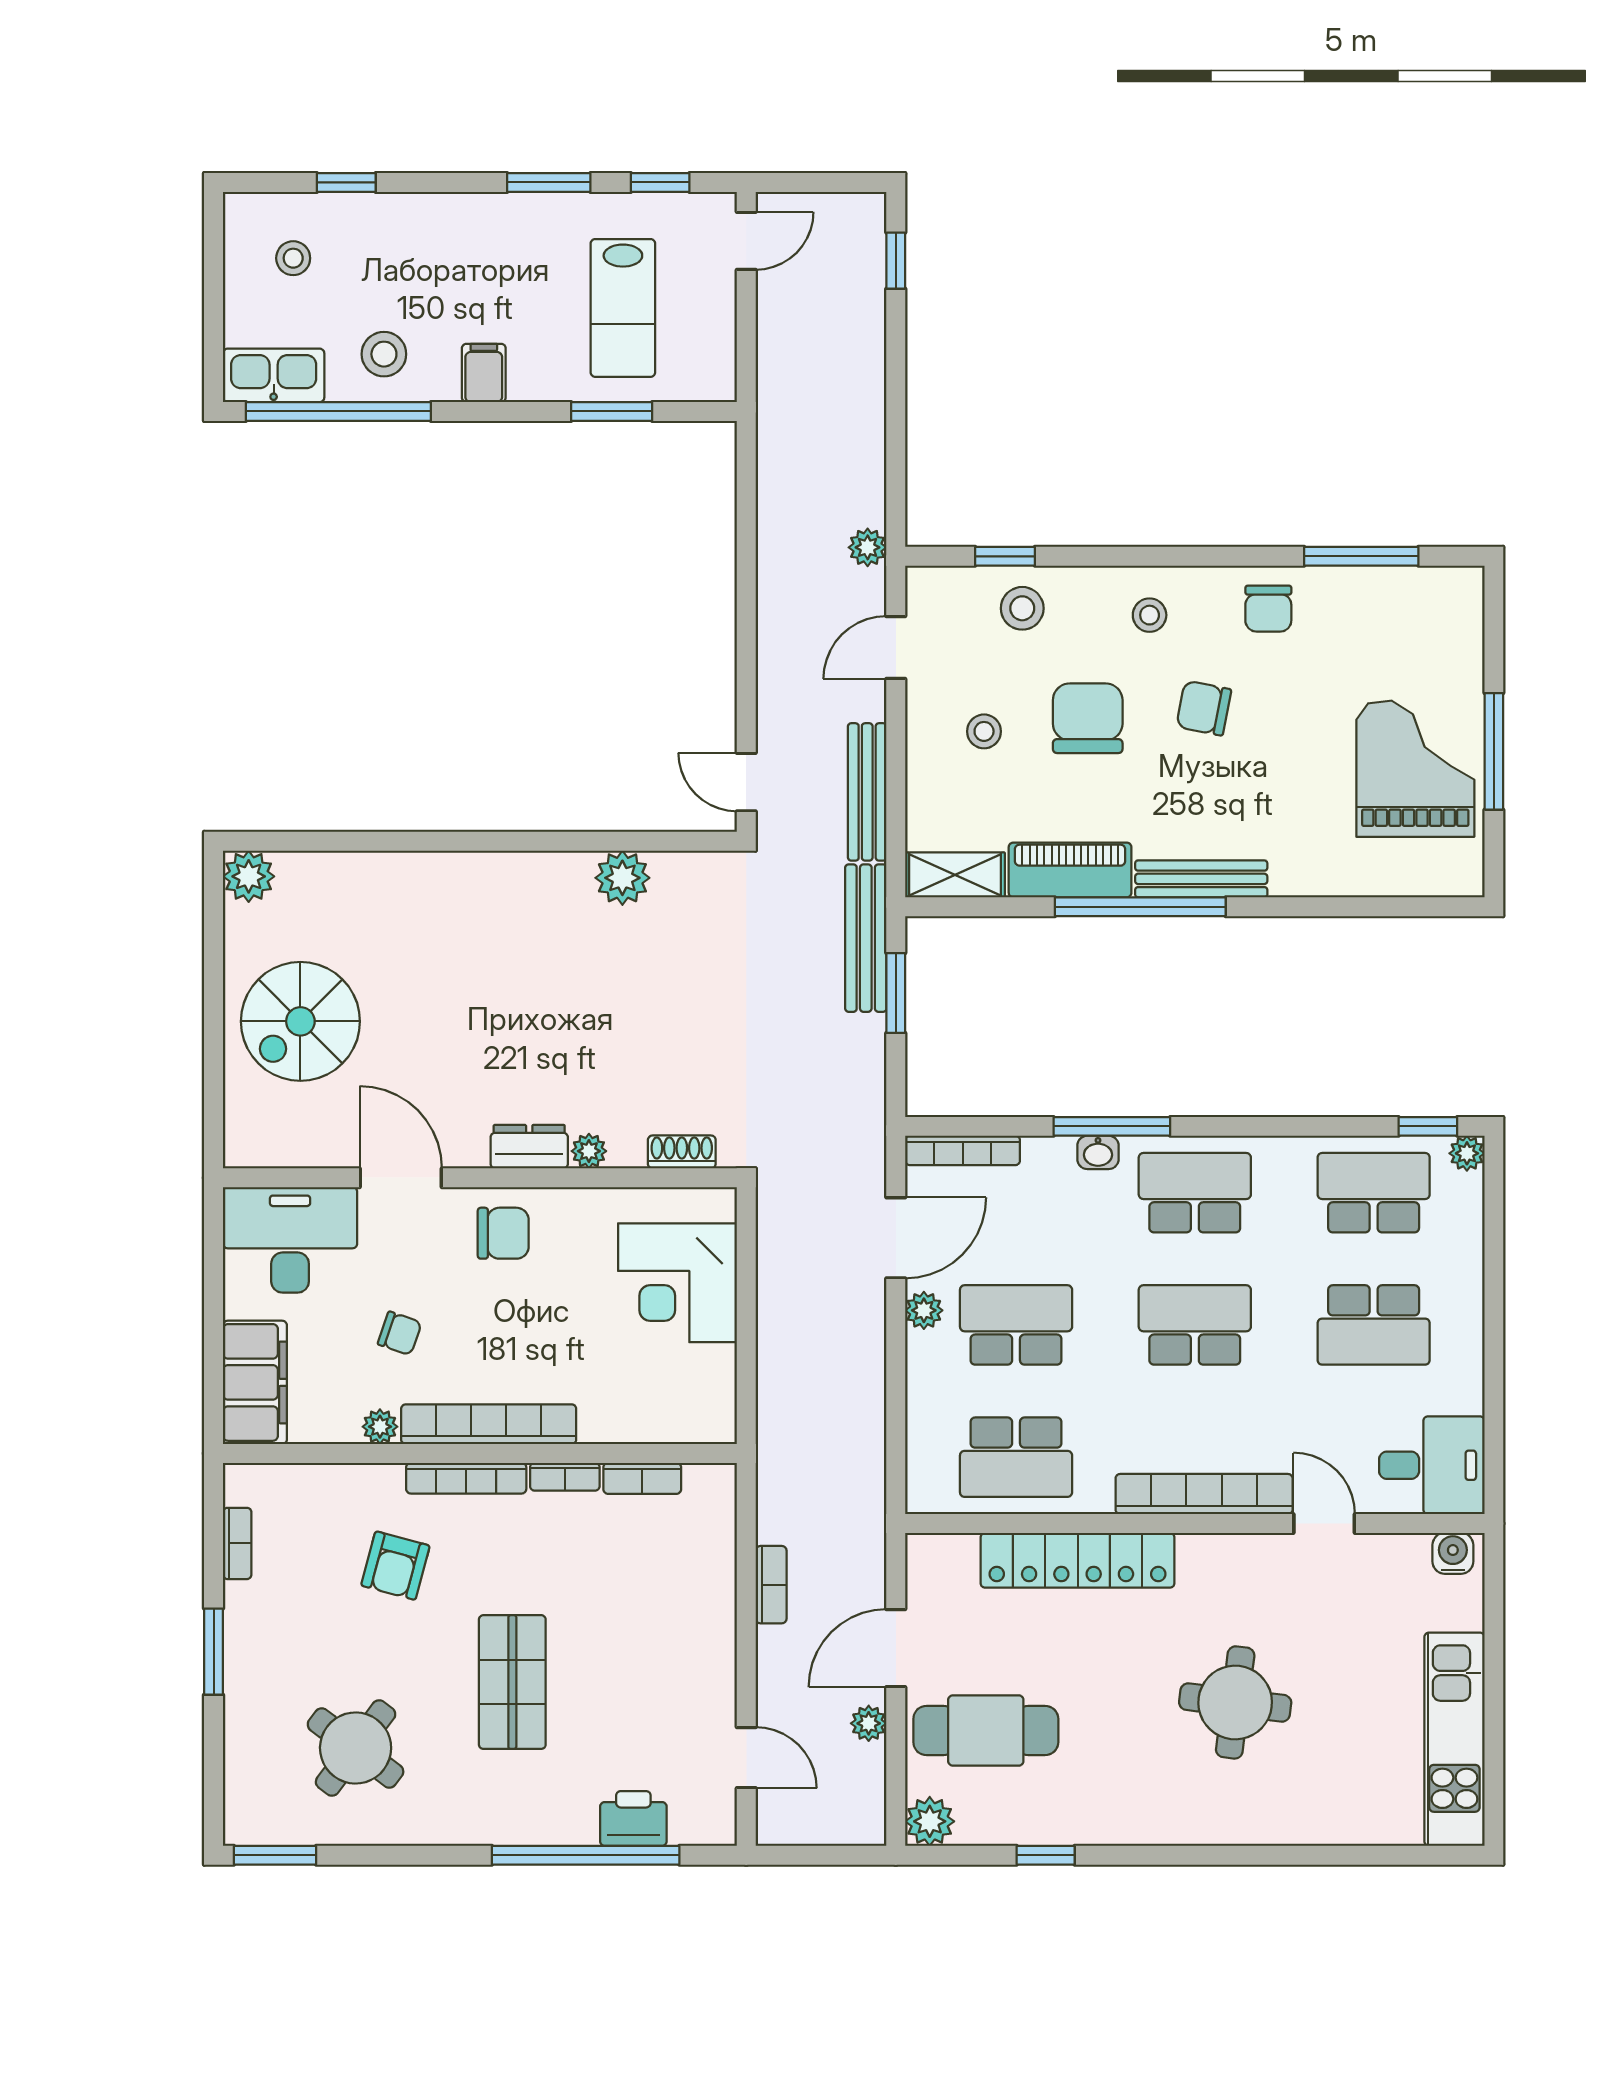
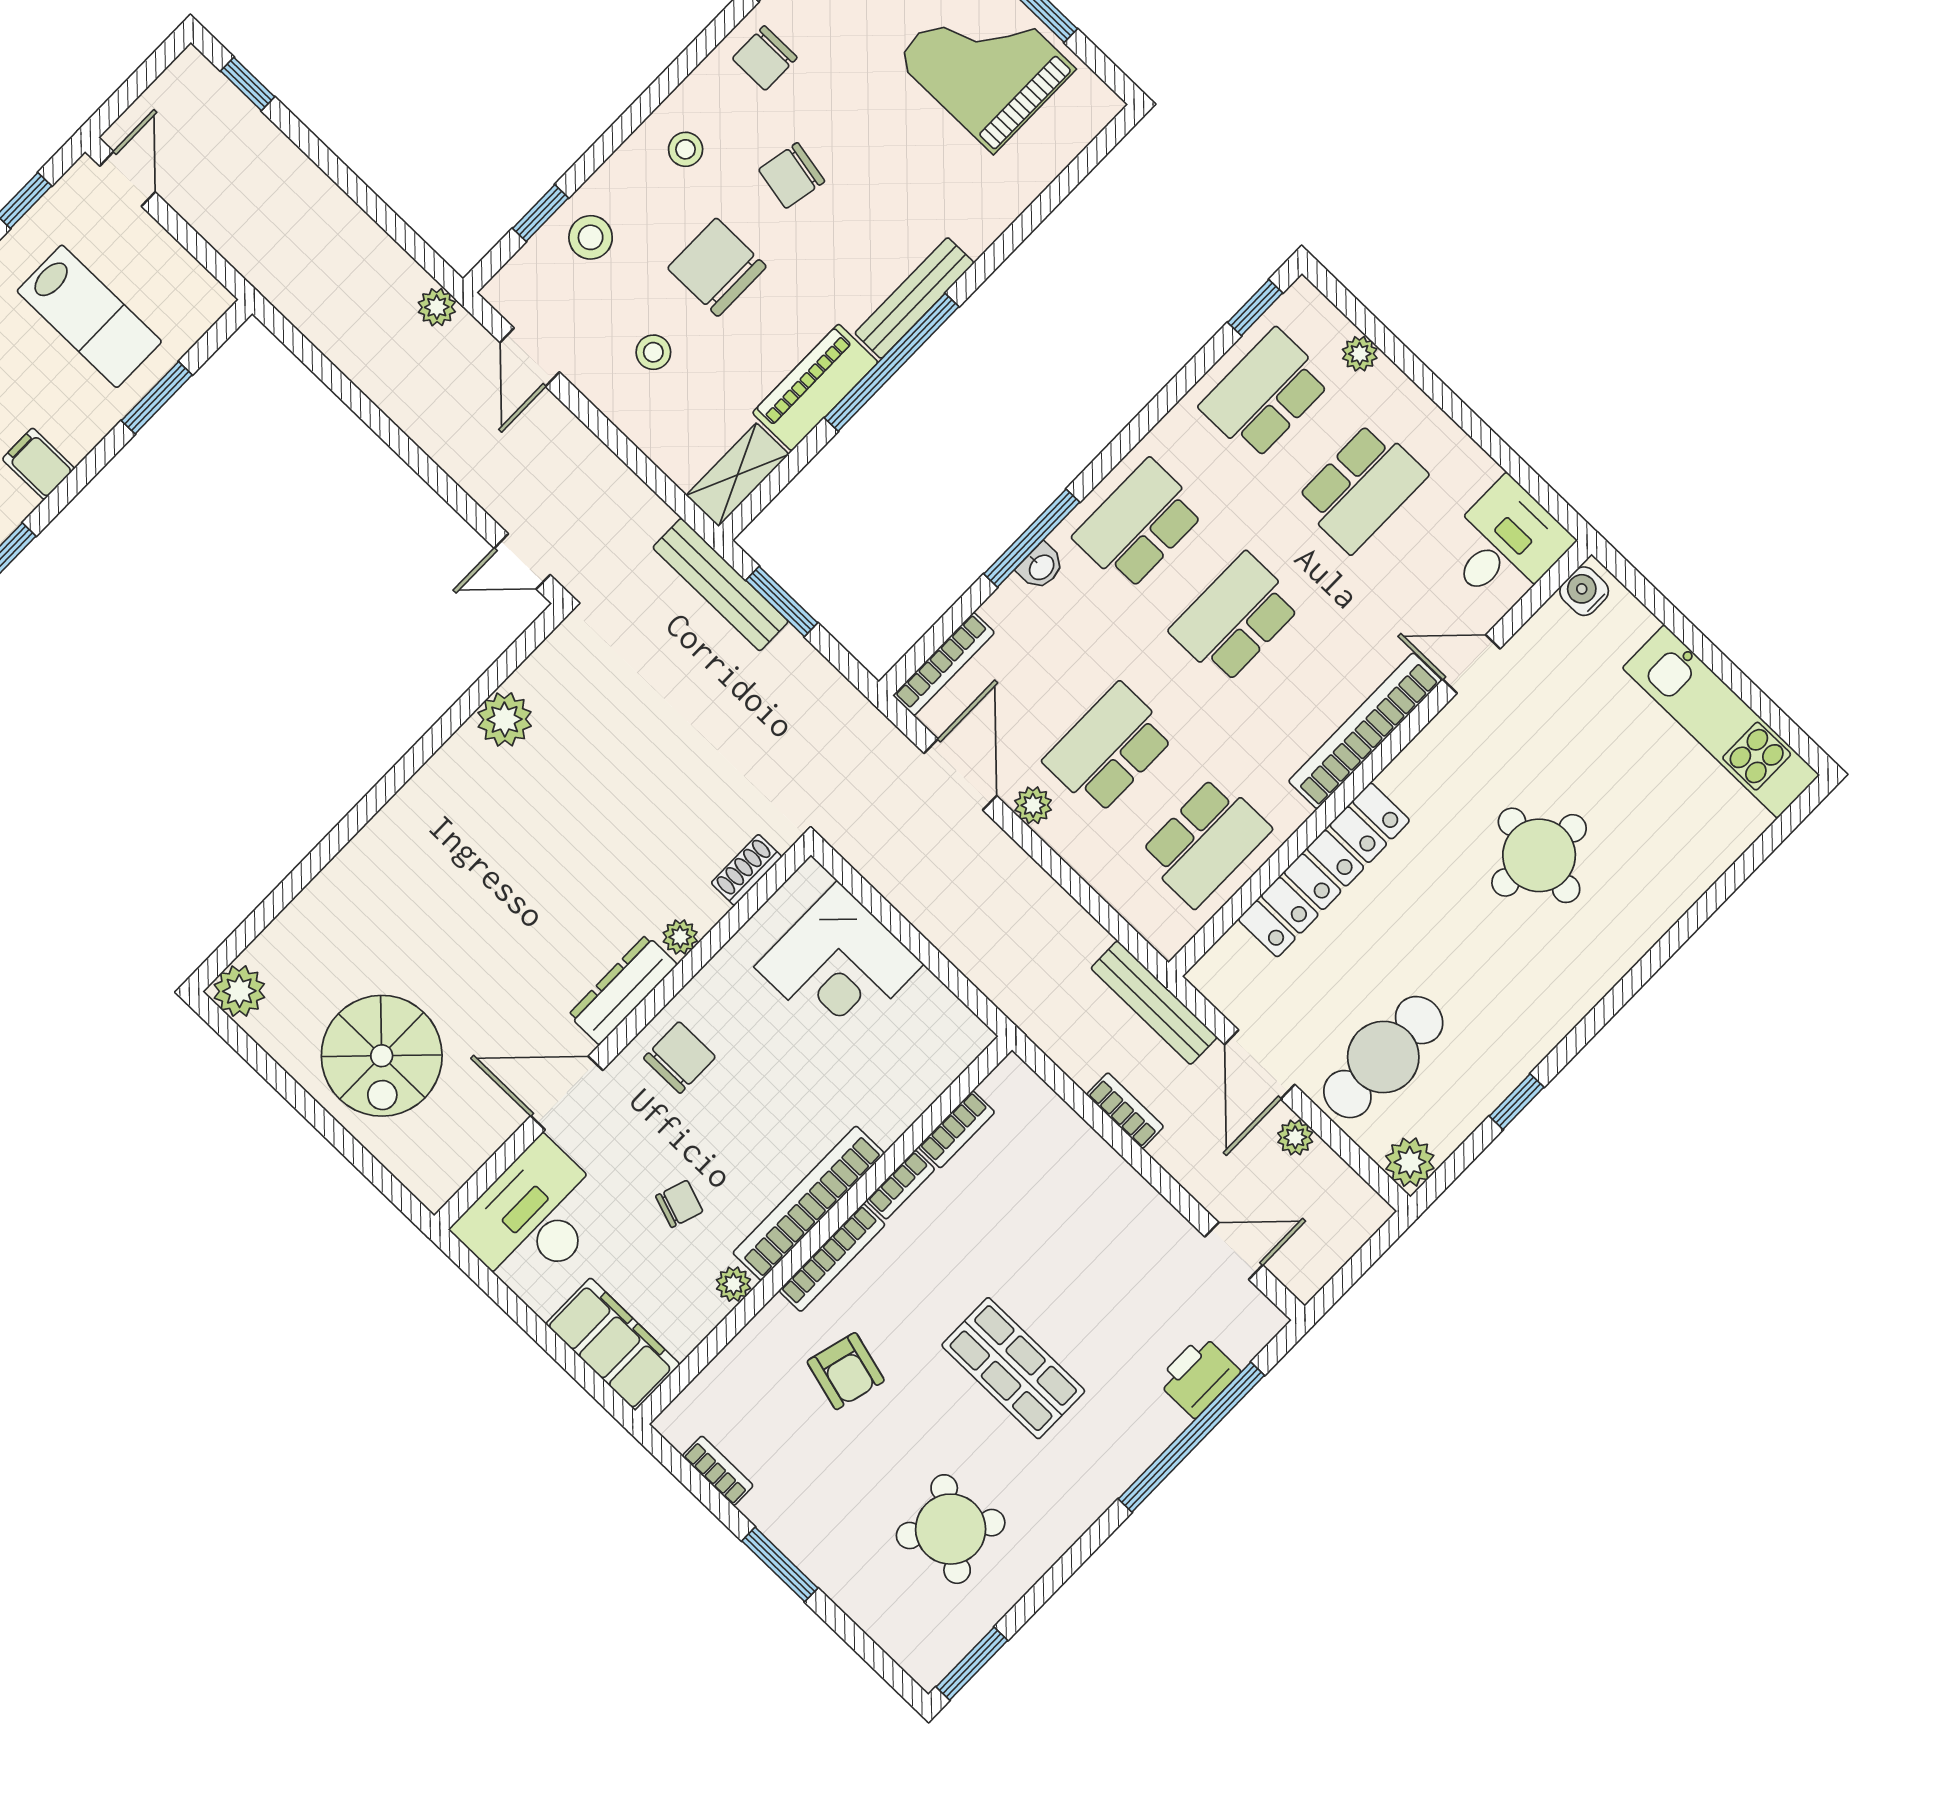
chair: (1268, 609) -> (765, 58), turned 90
bench: (867, 792) -> (1154, 1003), moved
dresser: (529, 1147) -> (623, 990), width x1.44
plant: (1467, 1153) -> (1360, 354), moved

